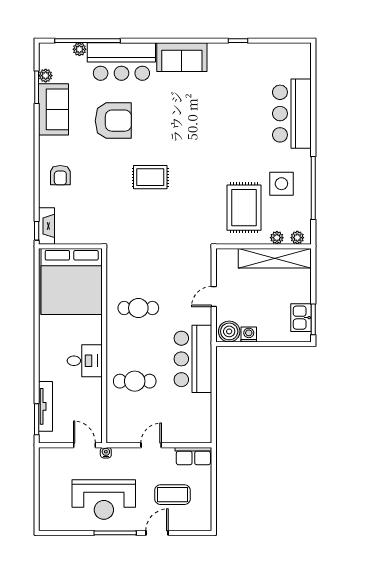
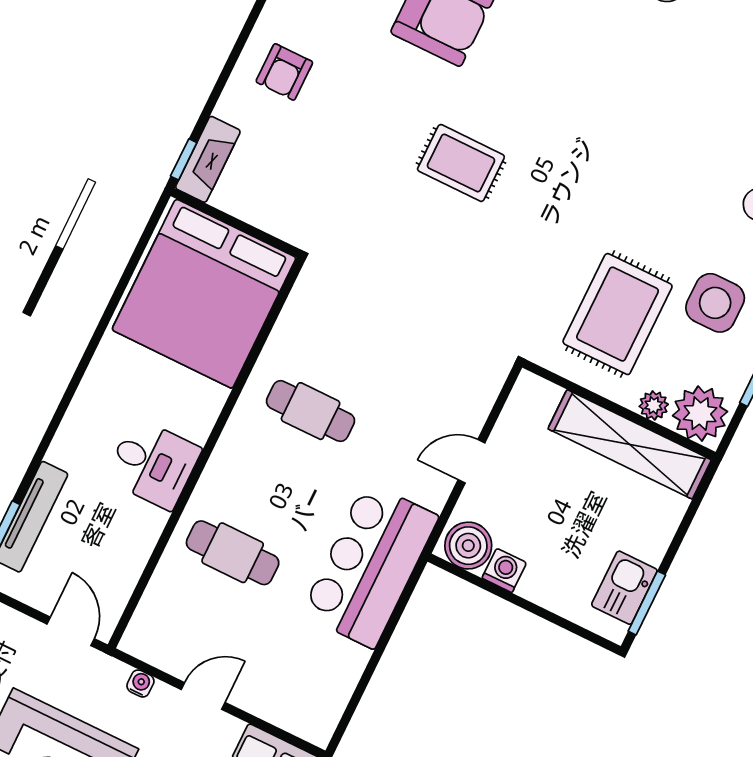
plant: (297, 238) -> (700, 414), width x1.88, depth x1.88
water cooler: (106, 453) -> (140, 683), moved

